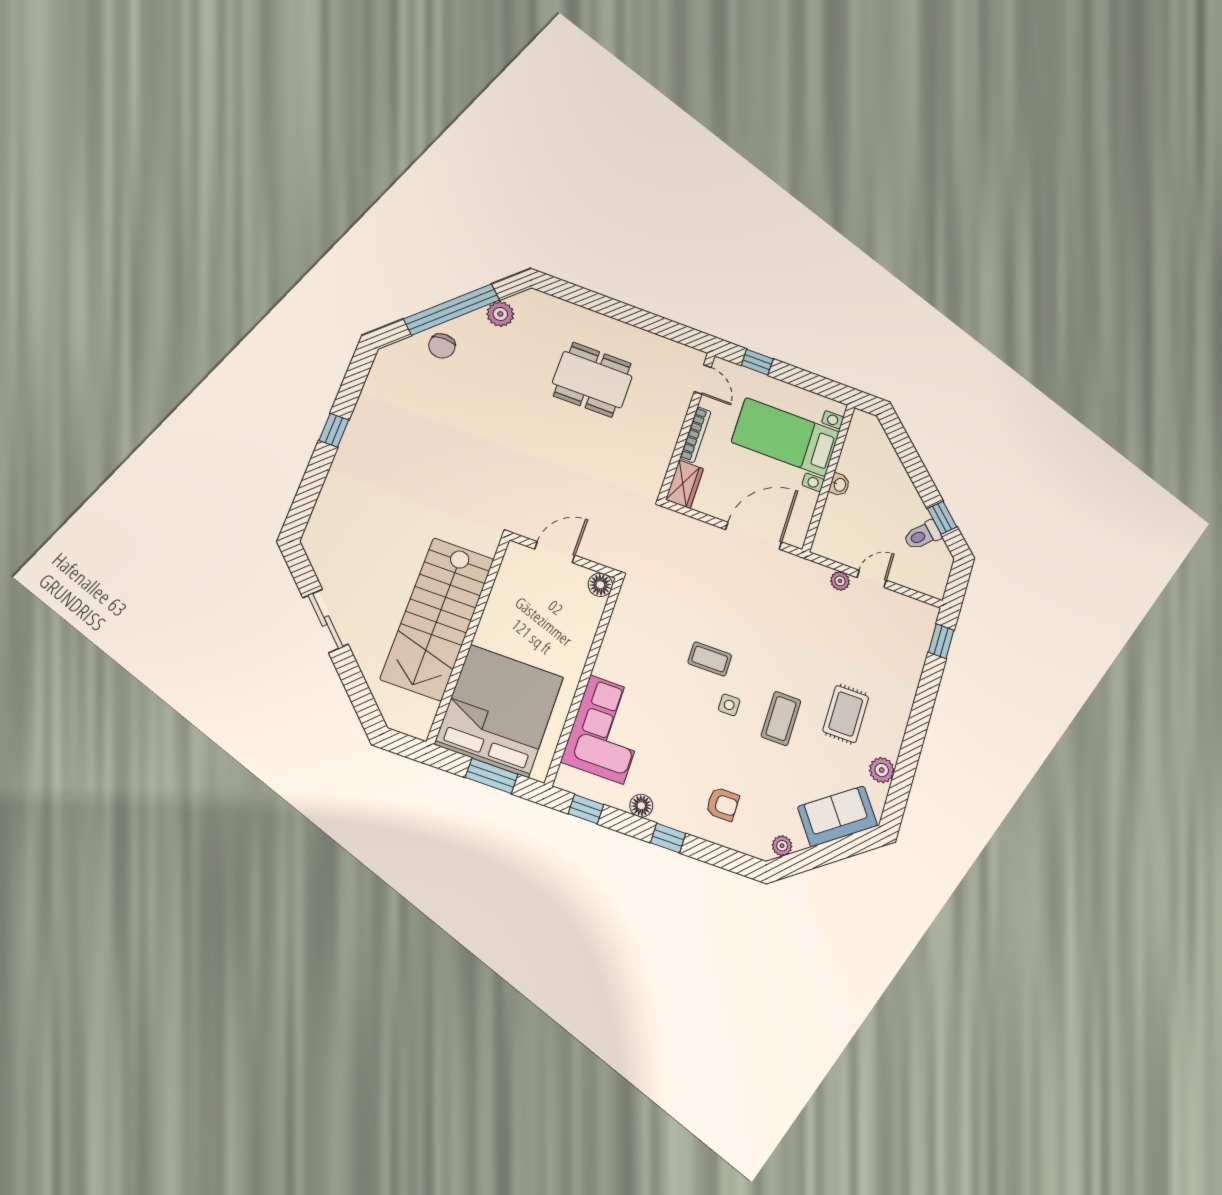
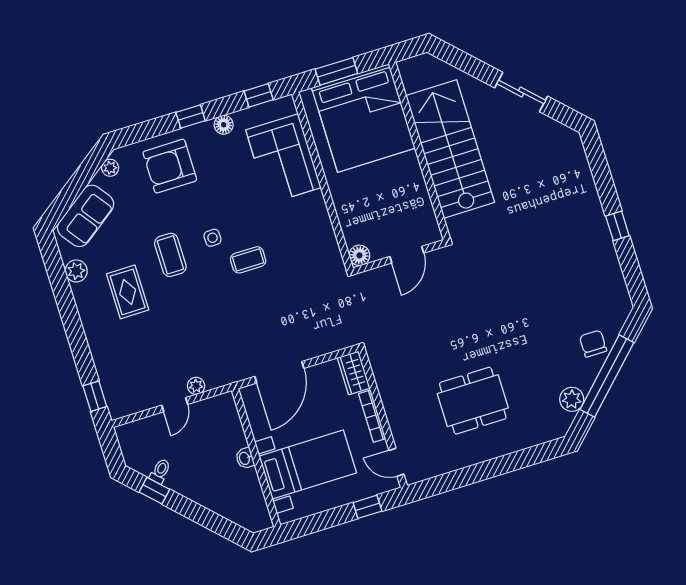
toilet: (922, 535) -> (160, 471), width x0.73, depth x0.72
armchair: (723, 804) -> (170, 166), width x1.88, depth x1.88

